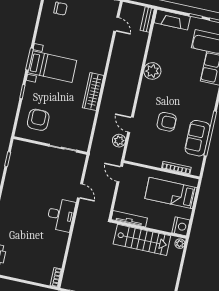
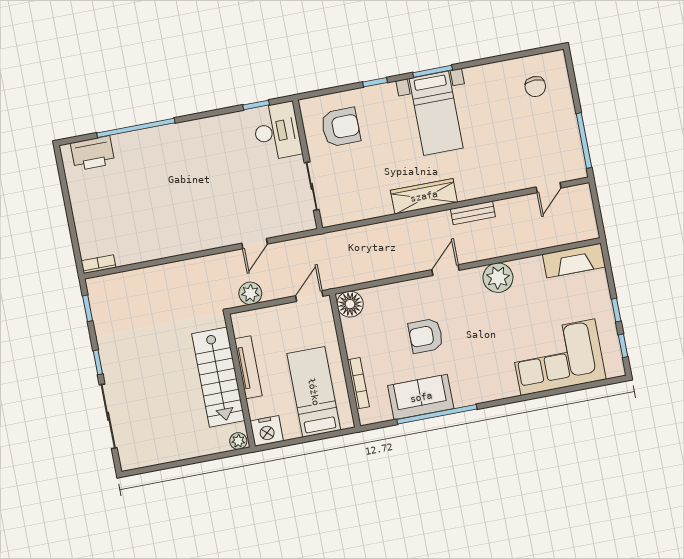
bench: (147, 20) -> (473, 213), moved
fireplace: (172, 20) -> (574, 261), moved, turned -90
armchair: (167, 122) -> (426, 336), turned 90
door: (130, 125) -> (446, 270), moved
plant: (119, 141) -> (250, 293), moved
floor lamp: (133, 154) -> (350, 304), added
desk: (61, 215) -> (277, 131), moved, turned -90
tv unit: (129, 219) -> (248, 367), moved

